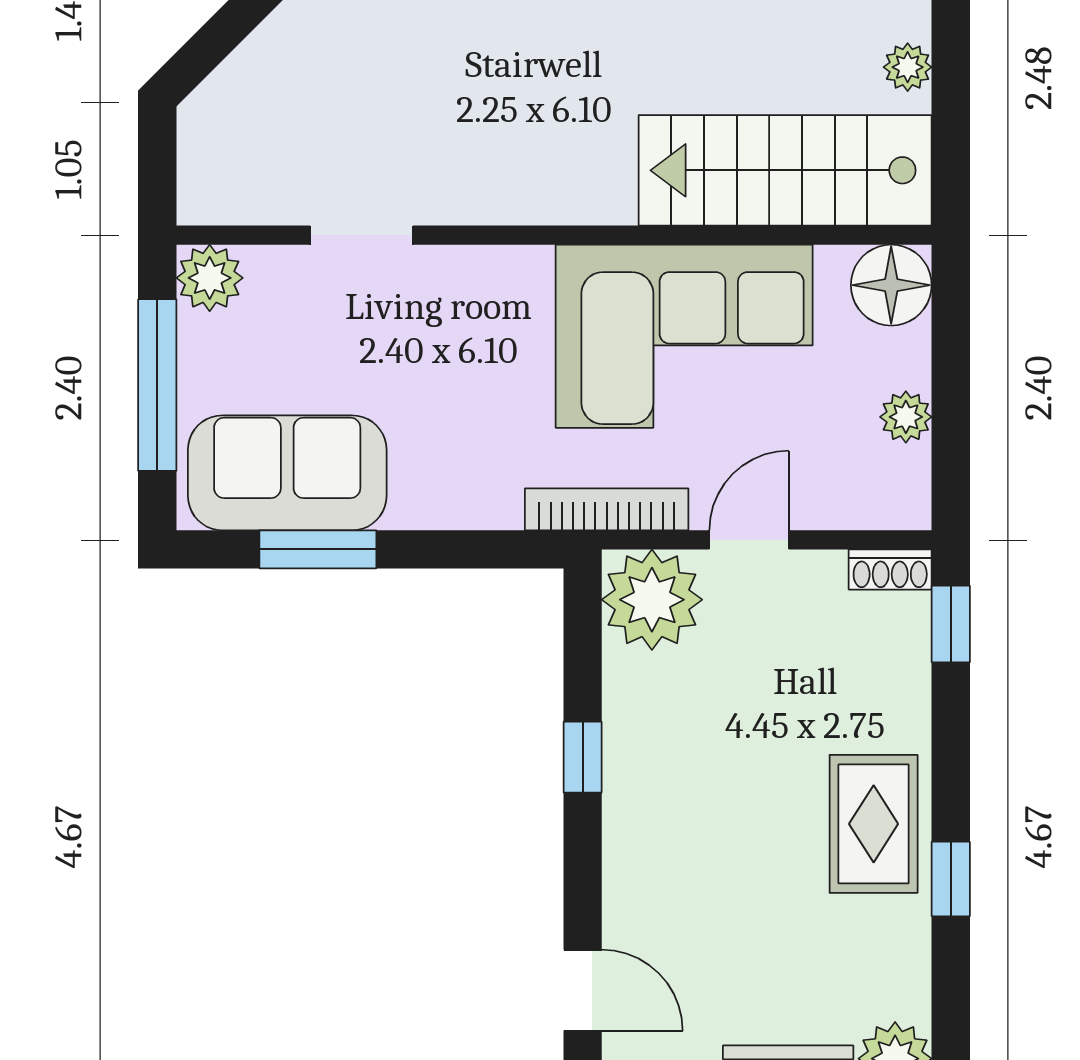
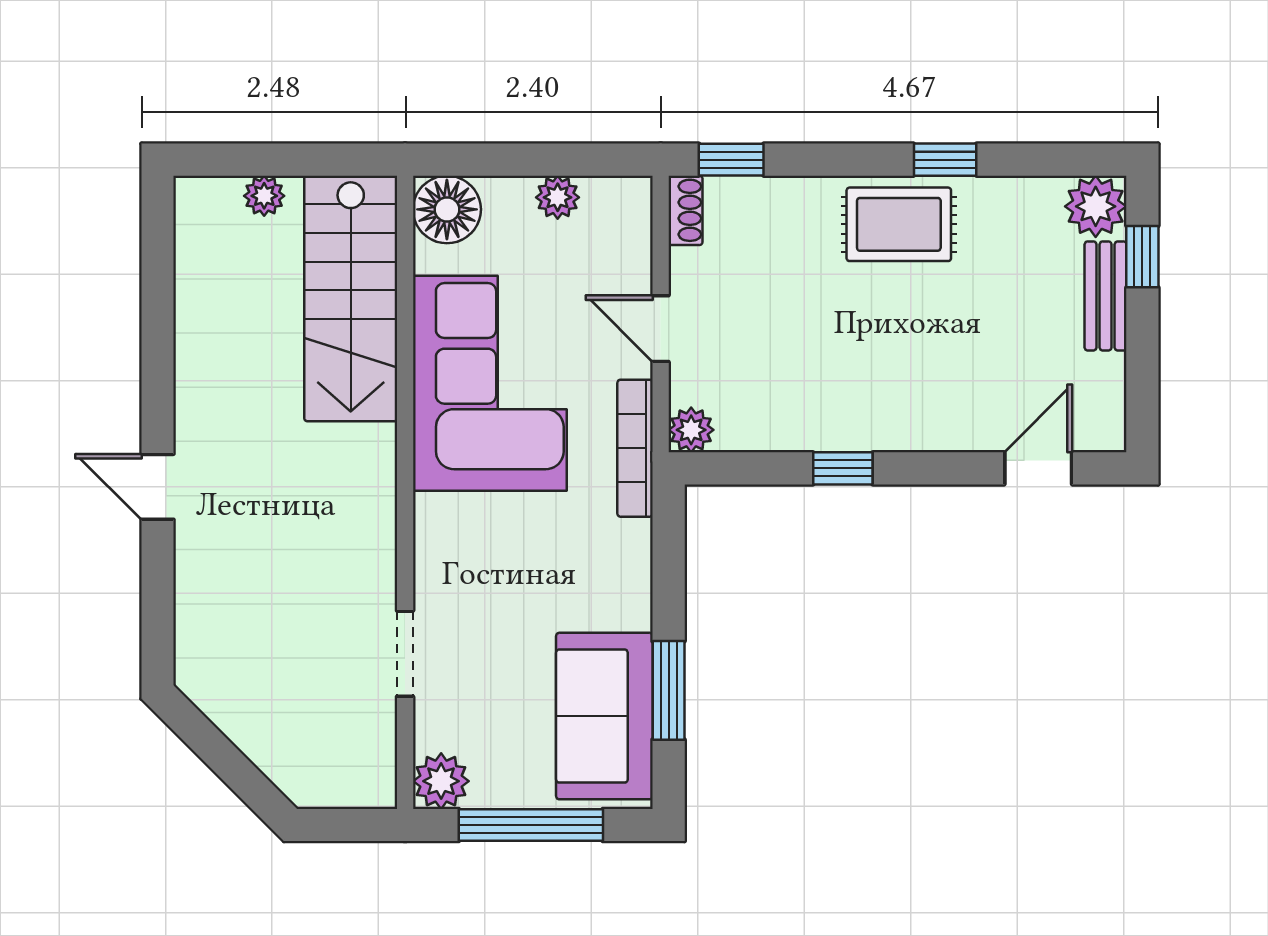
plant: (652, 600) -> (691, 430), width x0.53, depth x0.53

